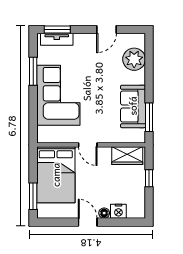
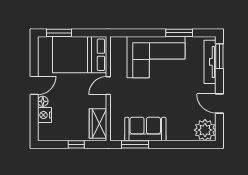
tv unit: (57, 39) -> (210, 62), width x1.41
plant: (134, 59) -> (205, 130), moved

